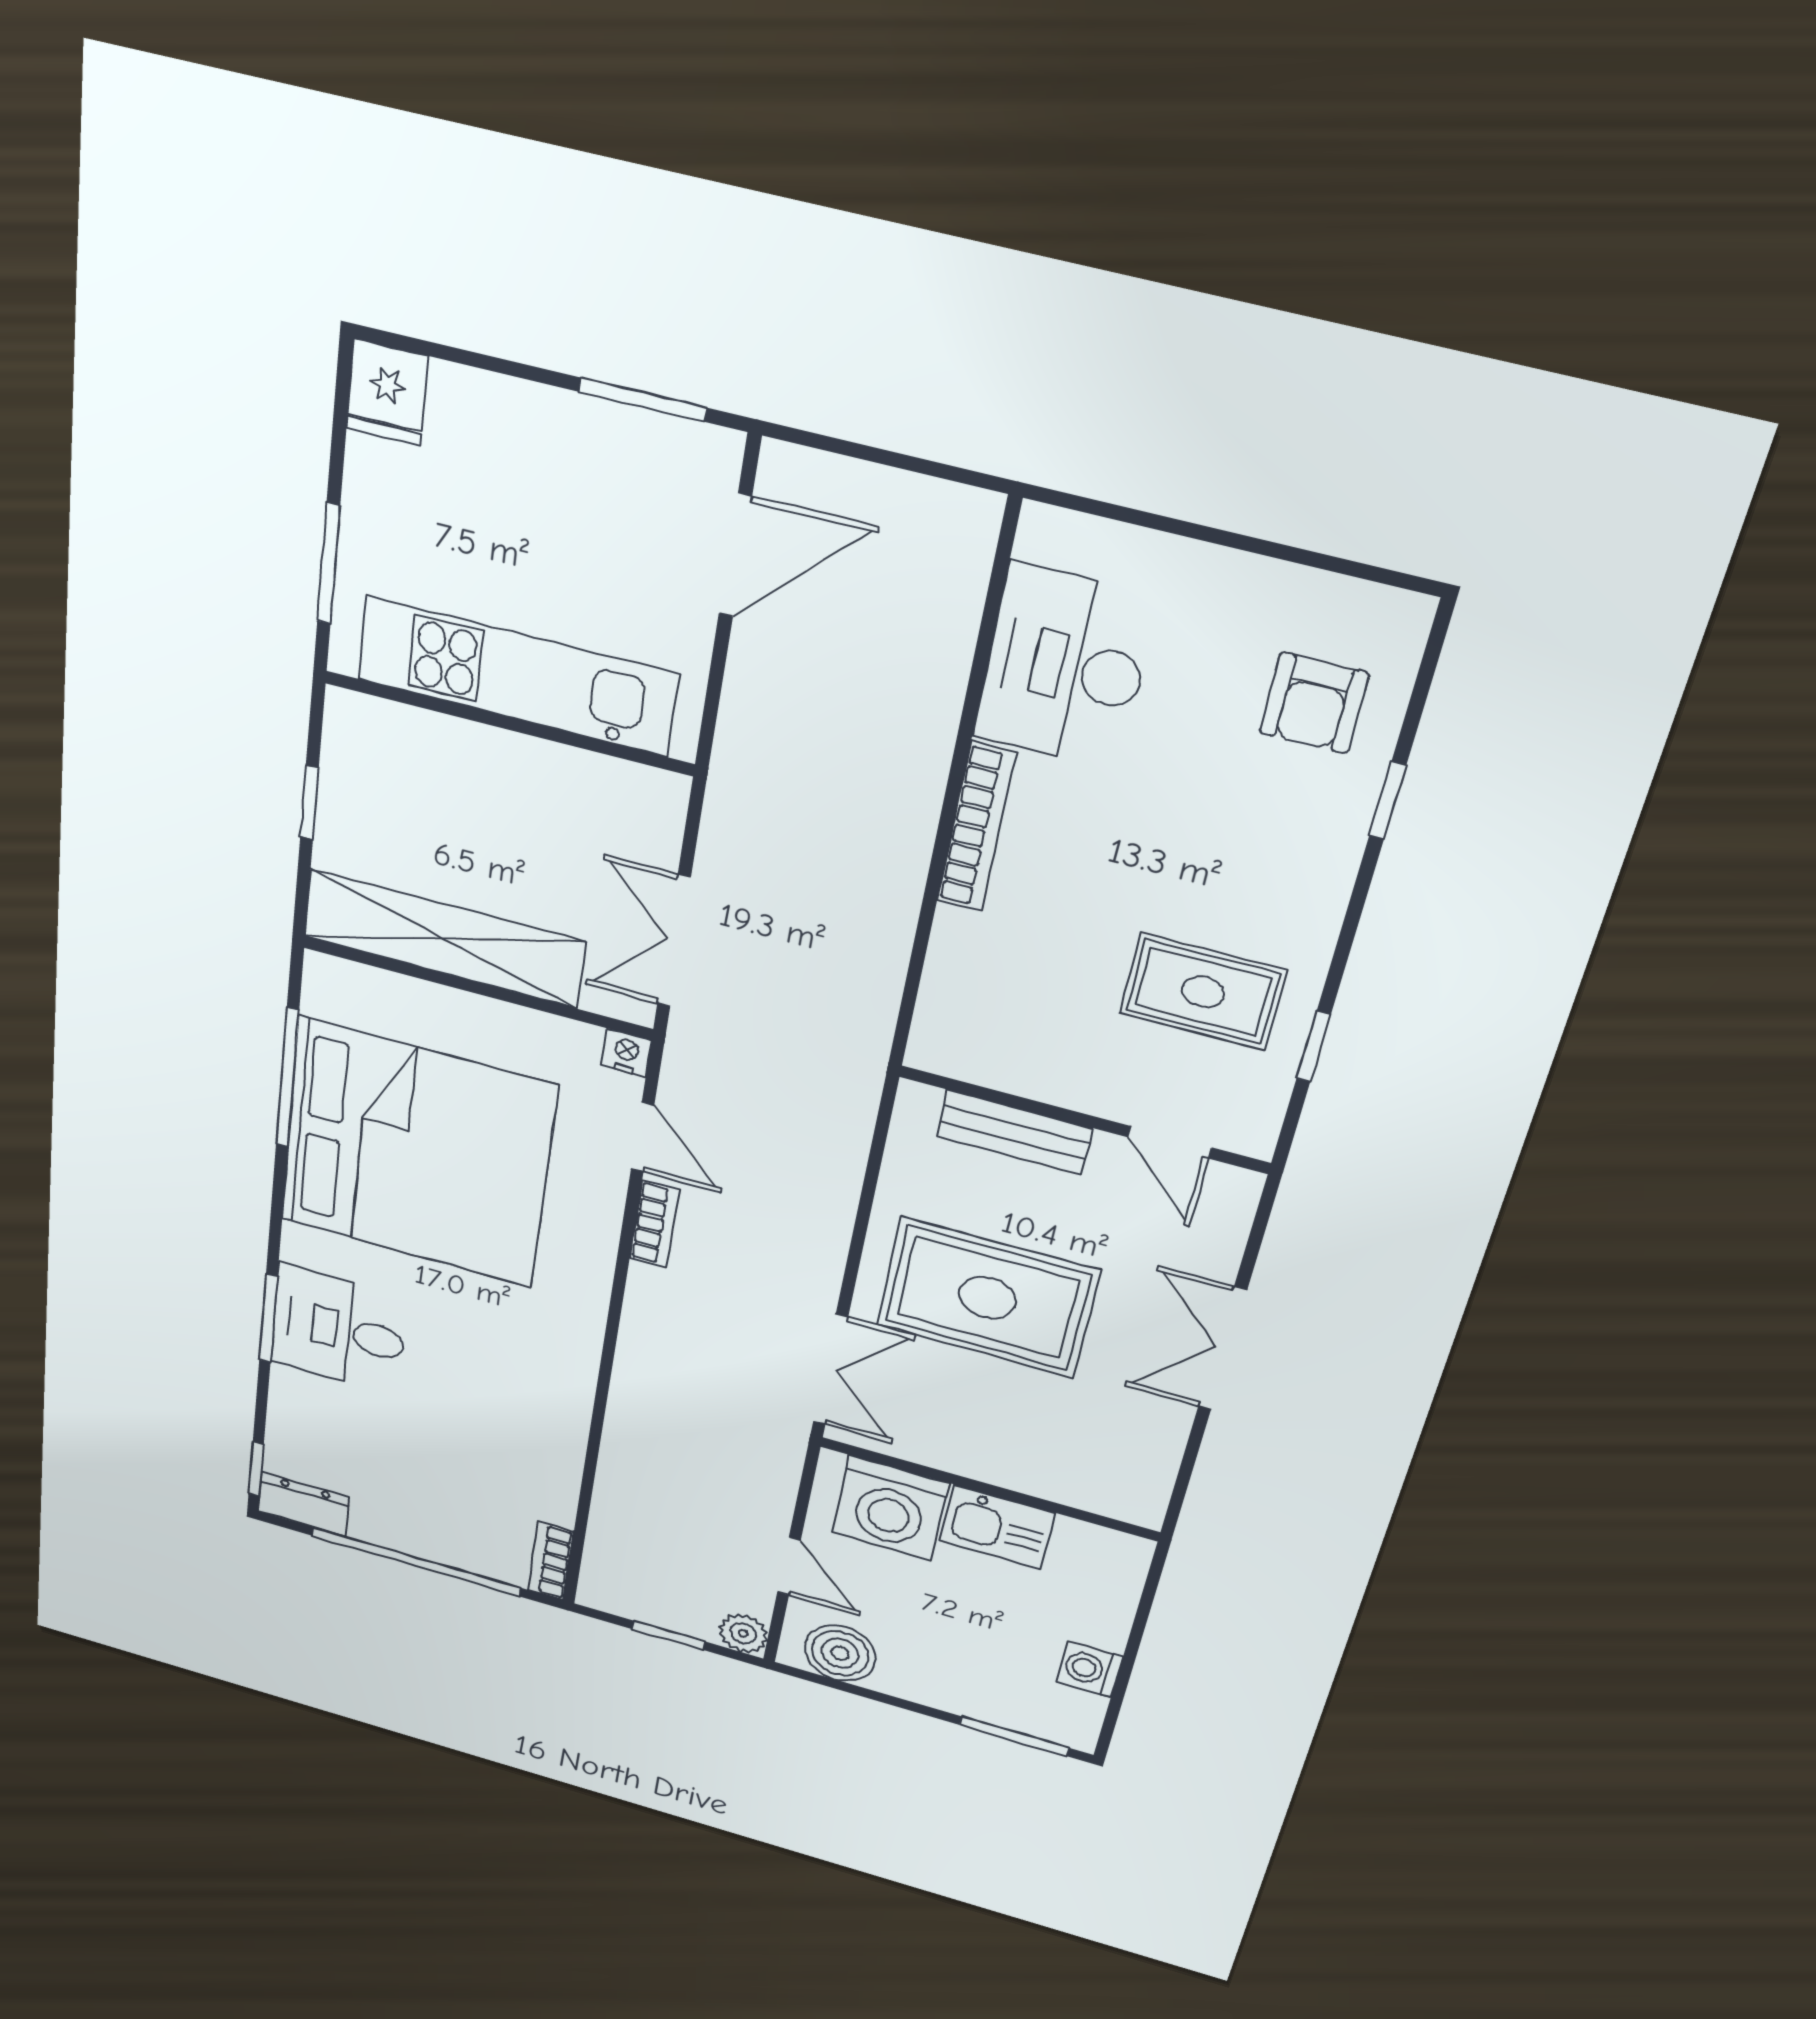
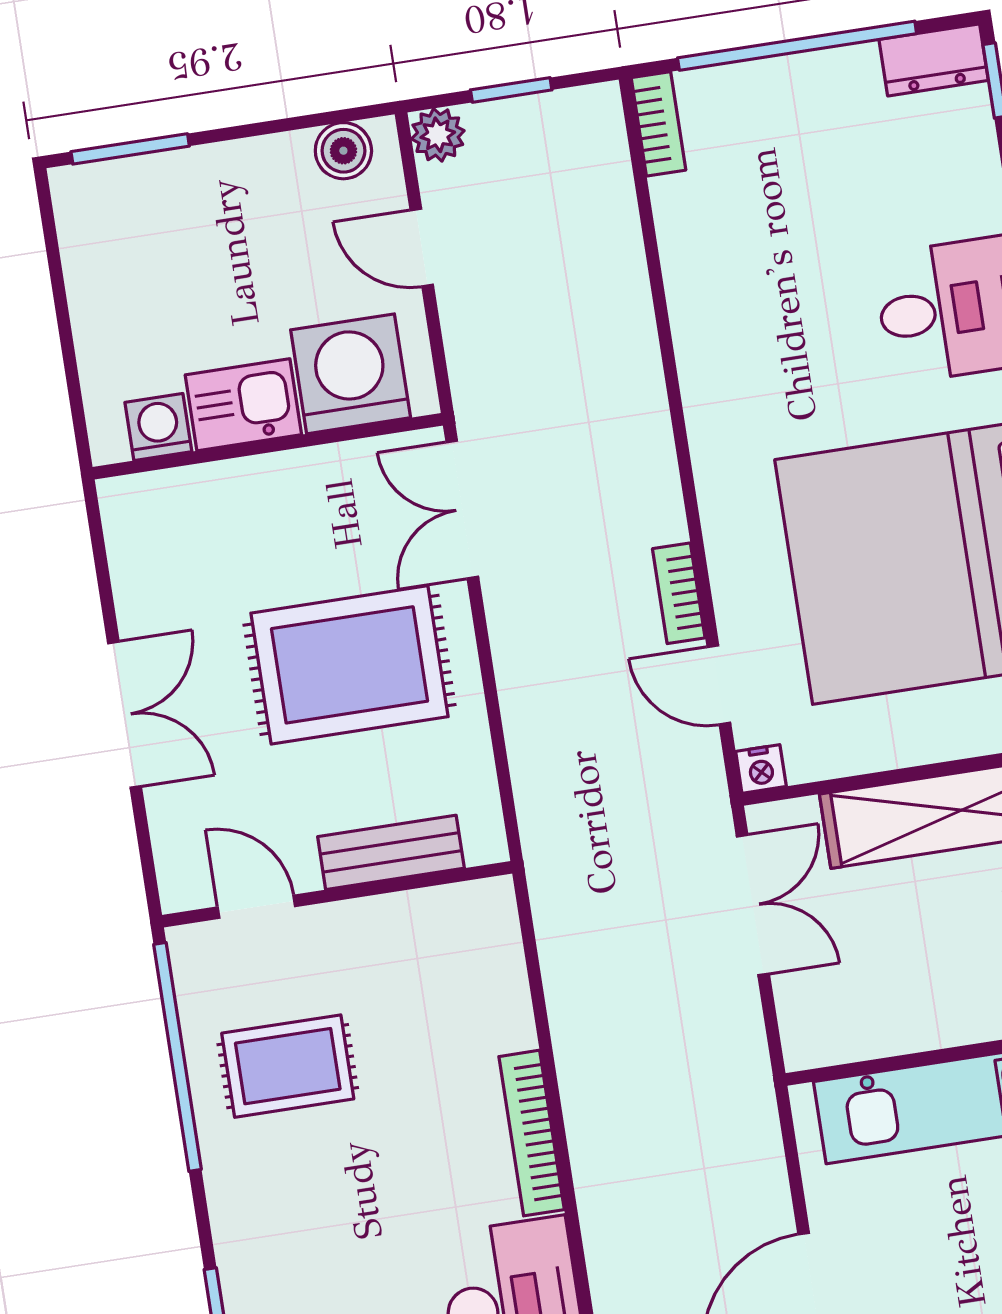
window: (1314, 1046) -> (178, 1057), width x3.17
boiler: (840, 1653) -> (343, 151), width x0.73, depth x0.73
washing machine: (1090, 1669) -> (158, 427), moved, turned -90

